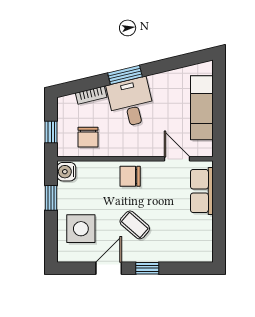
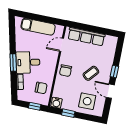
row of seats: (202, 191) -> (86, 37), width x1.48

